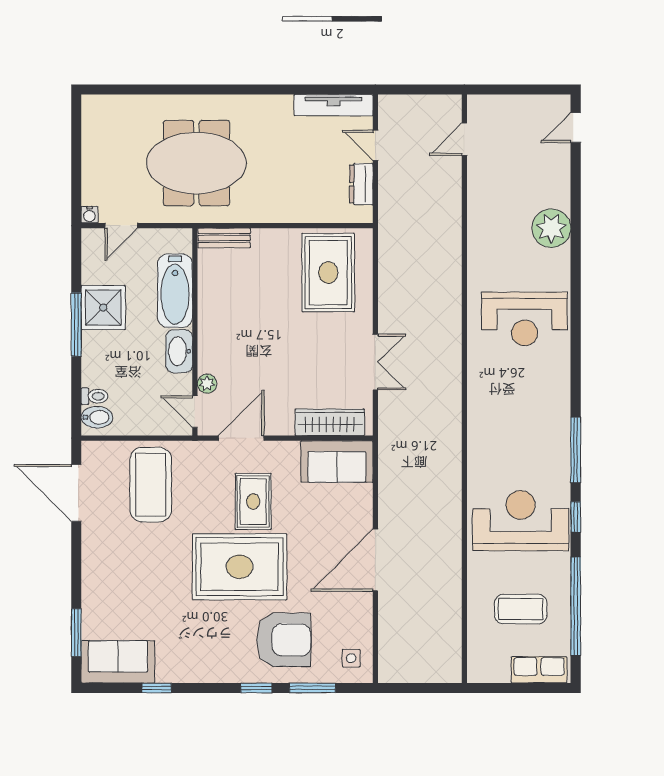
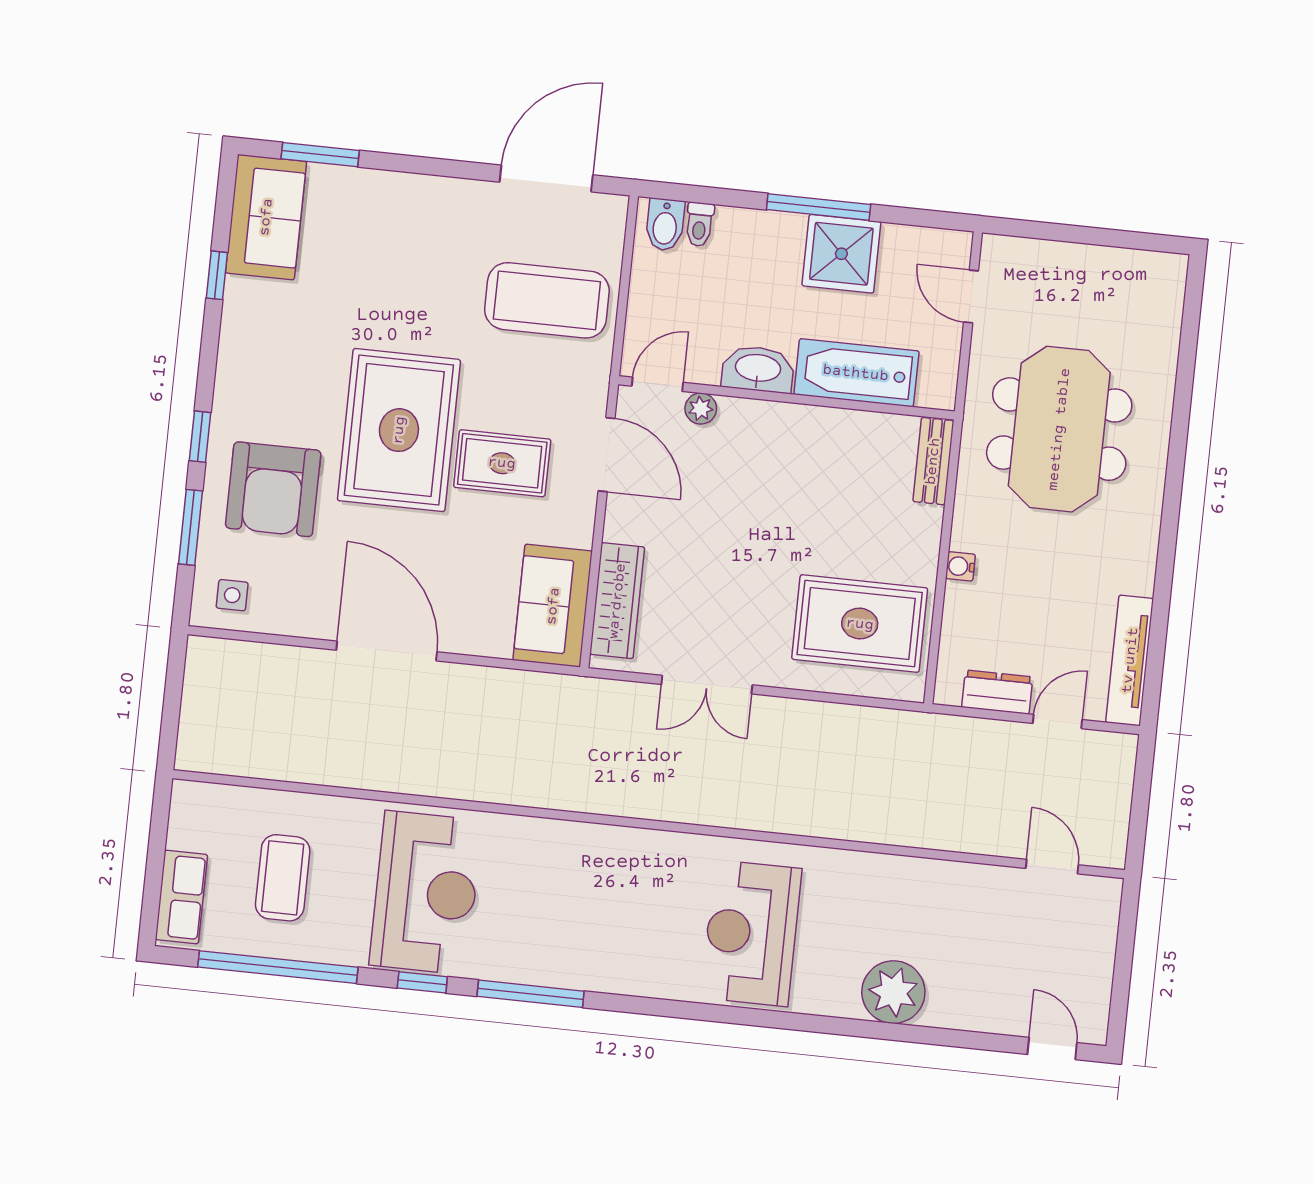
water cooler: (90, 215) -> (960, 566), moved

